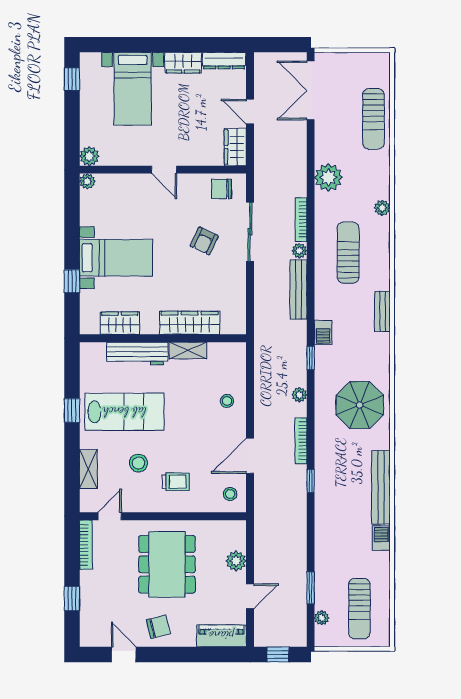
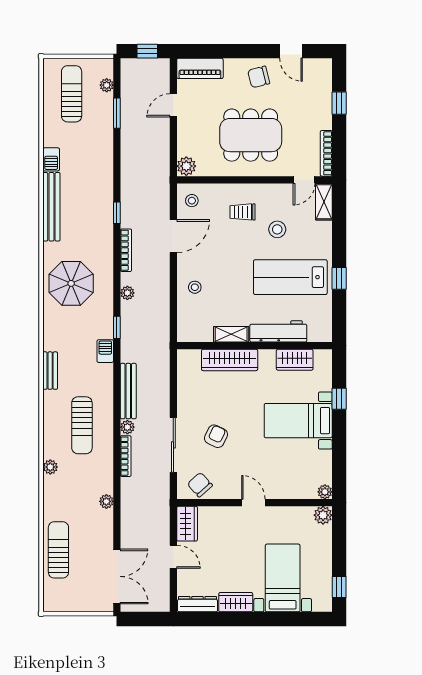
plant: (328, 177) -> (106, 501), width x0.53, depth x0.53
chair: (222, 189) -> (200, 485), turned -132
shelving: (88, 469) -> (324, 202), moved
plant: (236, 561) -> (186, 166), moved
dining table: (167, 564) -> (251, 135), turned 90

